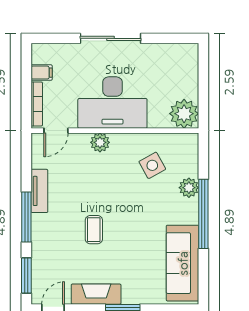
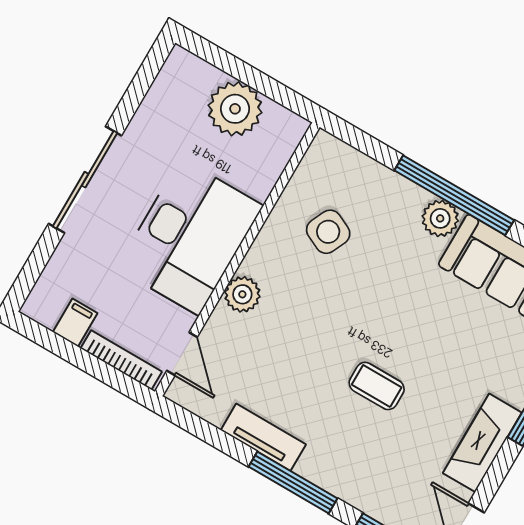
plant: (184, 114) -> (235, 109), moved
side table: (152, 165) -> (328, 232), turned -36
plant: (189, 188) -> (440, 218), moved

